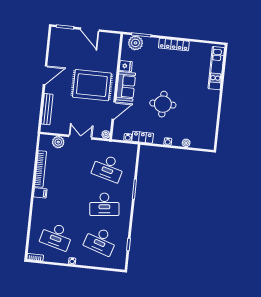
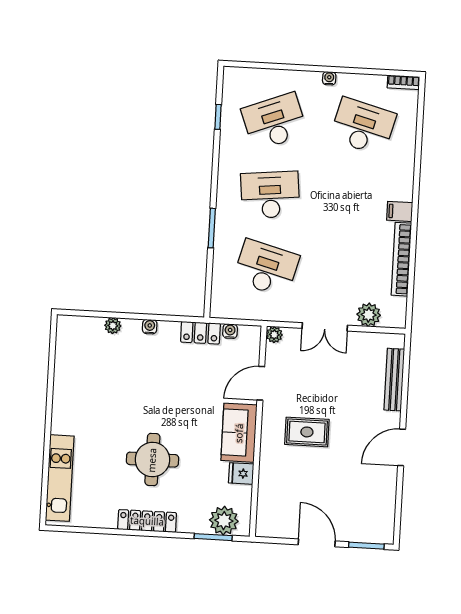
rug: (92, 85) -> (307, 432), width x0.54, depth x0.49
round table: (163, 104) -> (152, 460), moved
desk: (101, 241) -> (274, 122), turned -39

